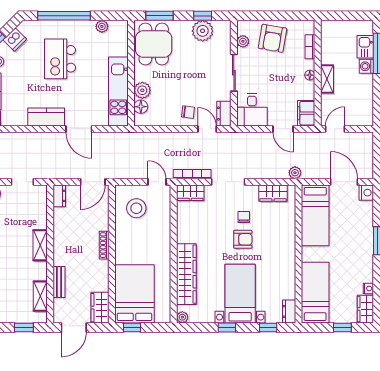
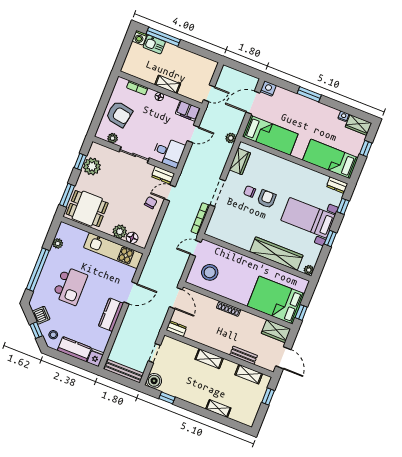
kitchen island: (60, 59) -> (70, 286), turned -90
washing machine: (366, 66) -> (139, 38), moved
door: (335, 129) -> (209, 93), swing flipped
wardrobe: (190, 193) -> (214, 226), removed

